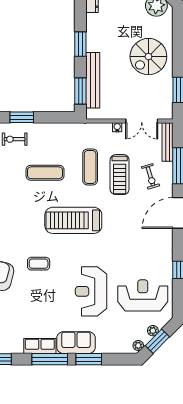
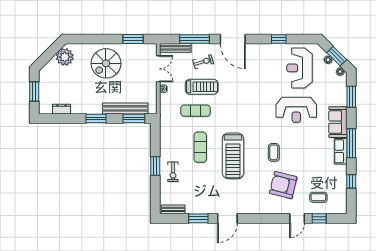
spiral stairs: (148, 57) -> (106, 63), turned 90
treadmill: (73, 220) -> (233, 156), moved
window: (89, 359) -> (351, 97), moved

